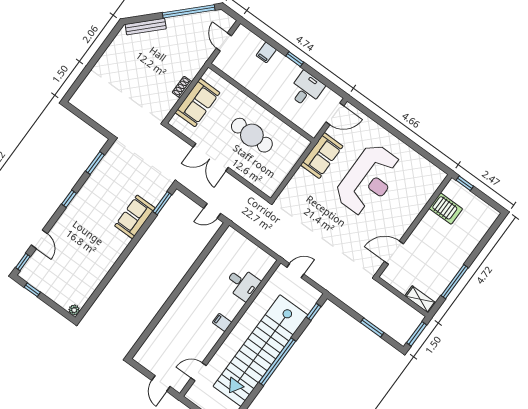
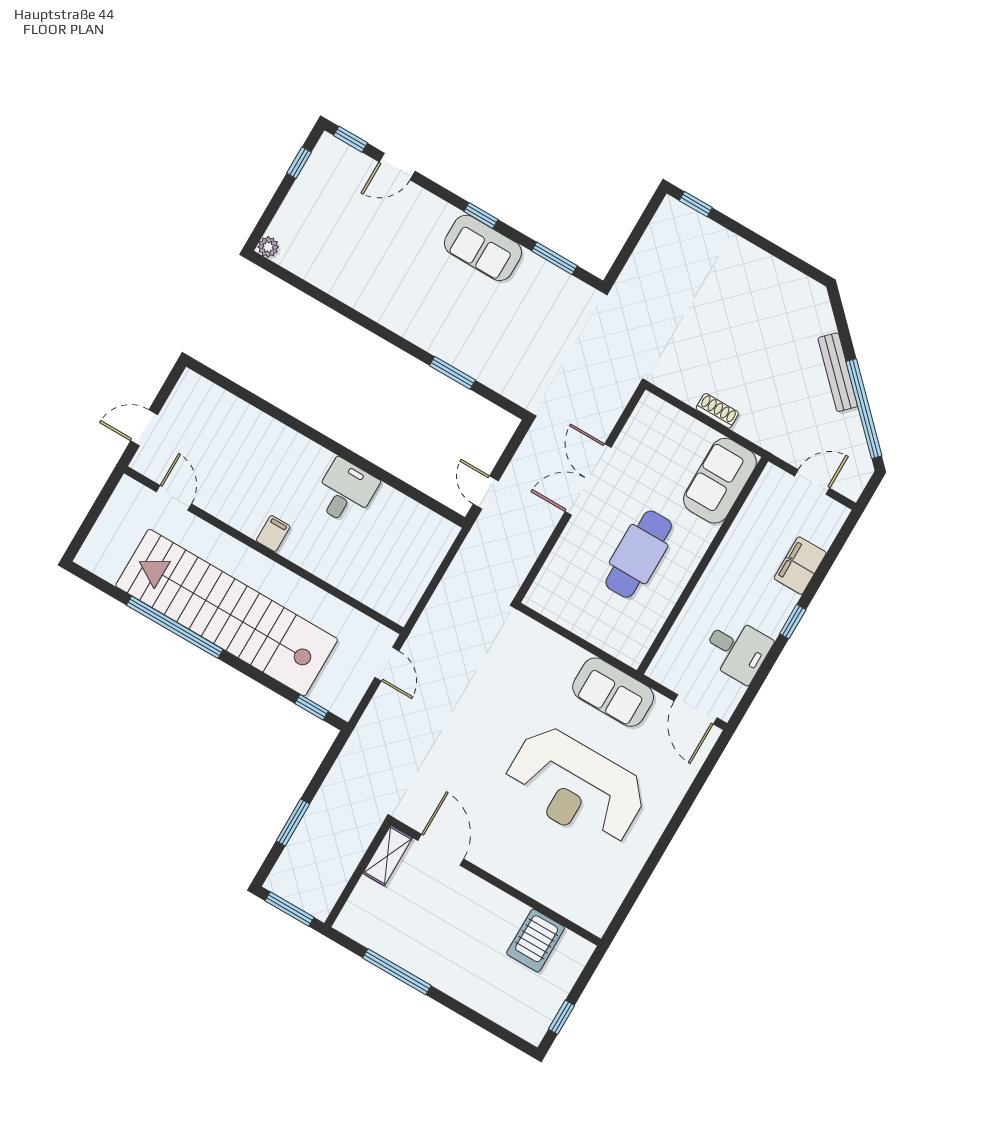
bench: (146, 27) -> (838, 372), moved
filing cabinet: (266, 52) -> (800, 566), width x2.00
window: (74, 87) -> (696, 204), added
sofa: (197, 103) -> (720, 481), moved, turned 90
window: (465, 183) -> (562, 1017), moved
window: (162, 203) -> (452, 373), moved
sofa: (135, 217) -> (483, 248), moved, turned 180
desk: (242, 284) -> (346, 492), moved, turned 180
shelving: (420, 299) -> (388, 856), moved
window: (277, 362) -> (175, 627), moved

